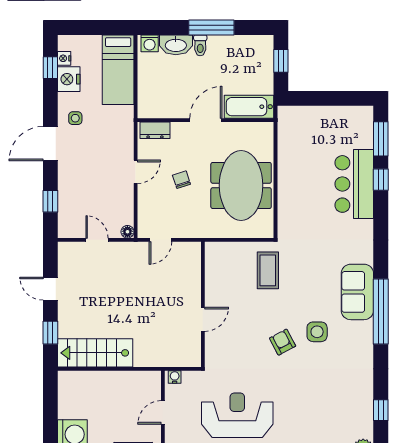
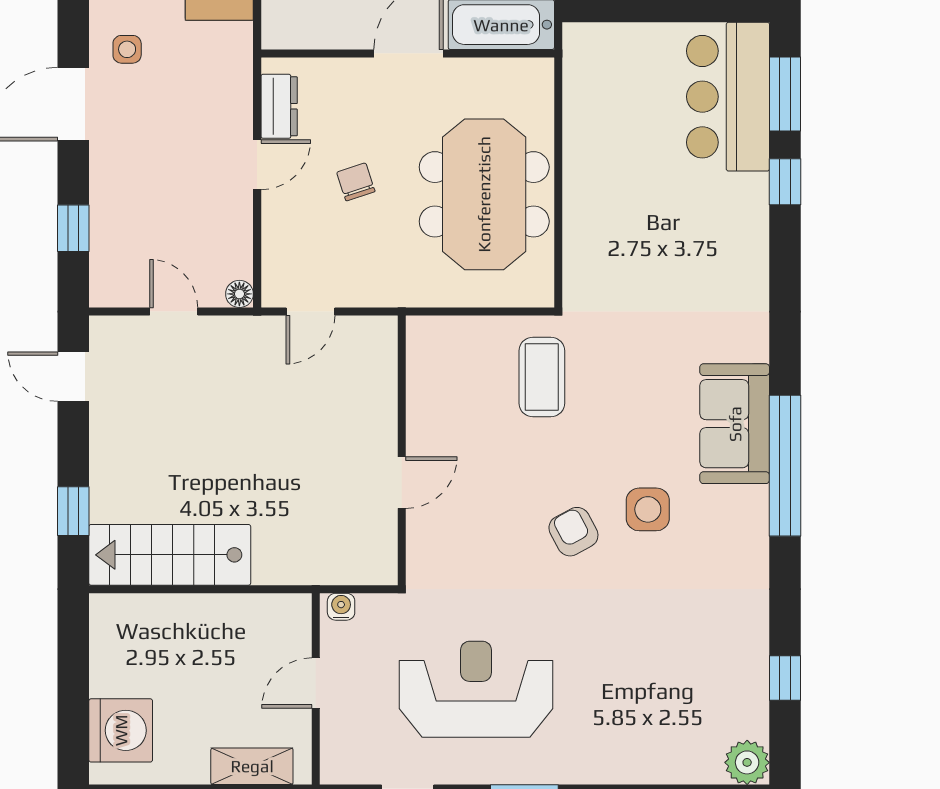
dresser: (155, 130) -> (279, 106), moved, turned -90
bar counter: (354, 184) -> (728, 97), moved
door: (50, 289) -> (73, 377), moved

